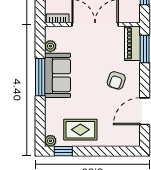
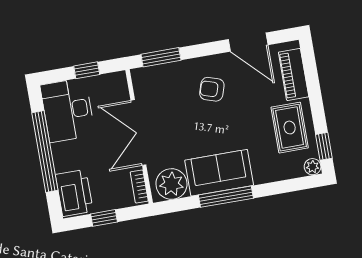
piano: (132, 43) -> (294, 74), moved, turned 90
plant: (50, 46) -> (171, 184), width x1.87, depth x1.87
armchair: (116, 80) -> (212, 89), turned 180

